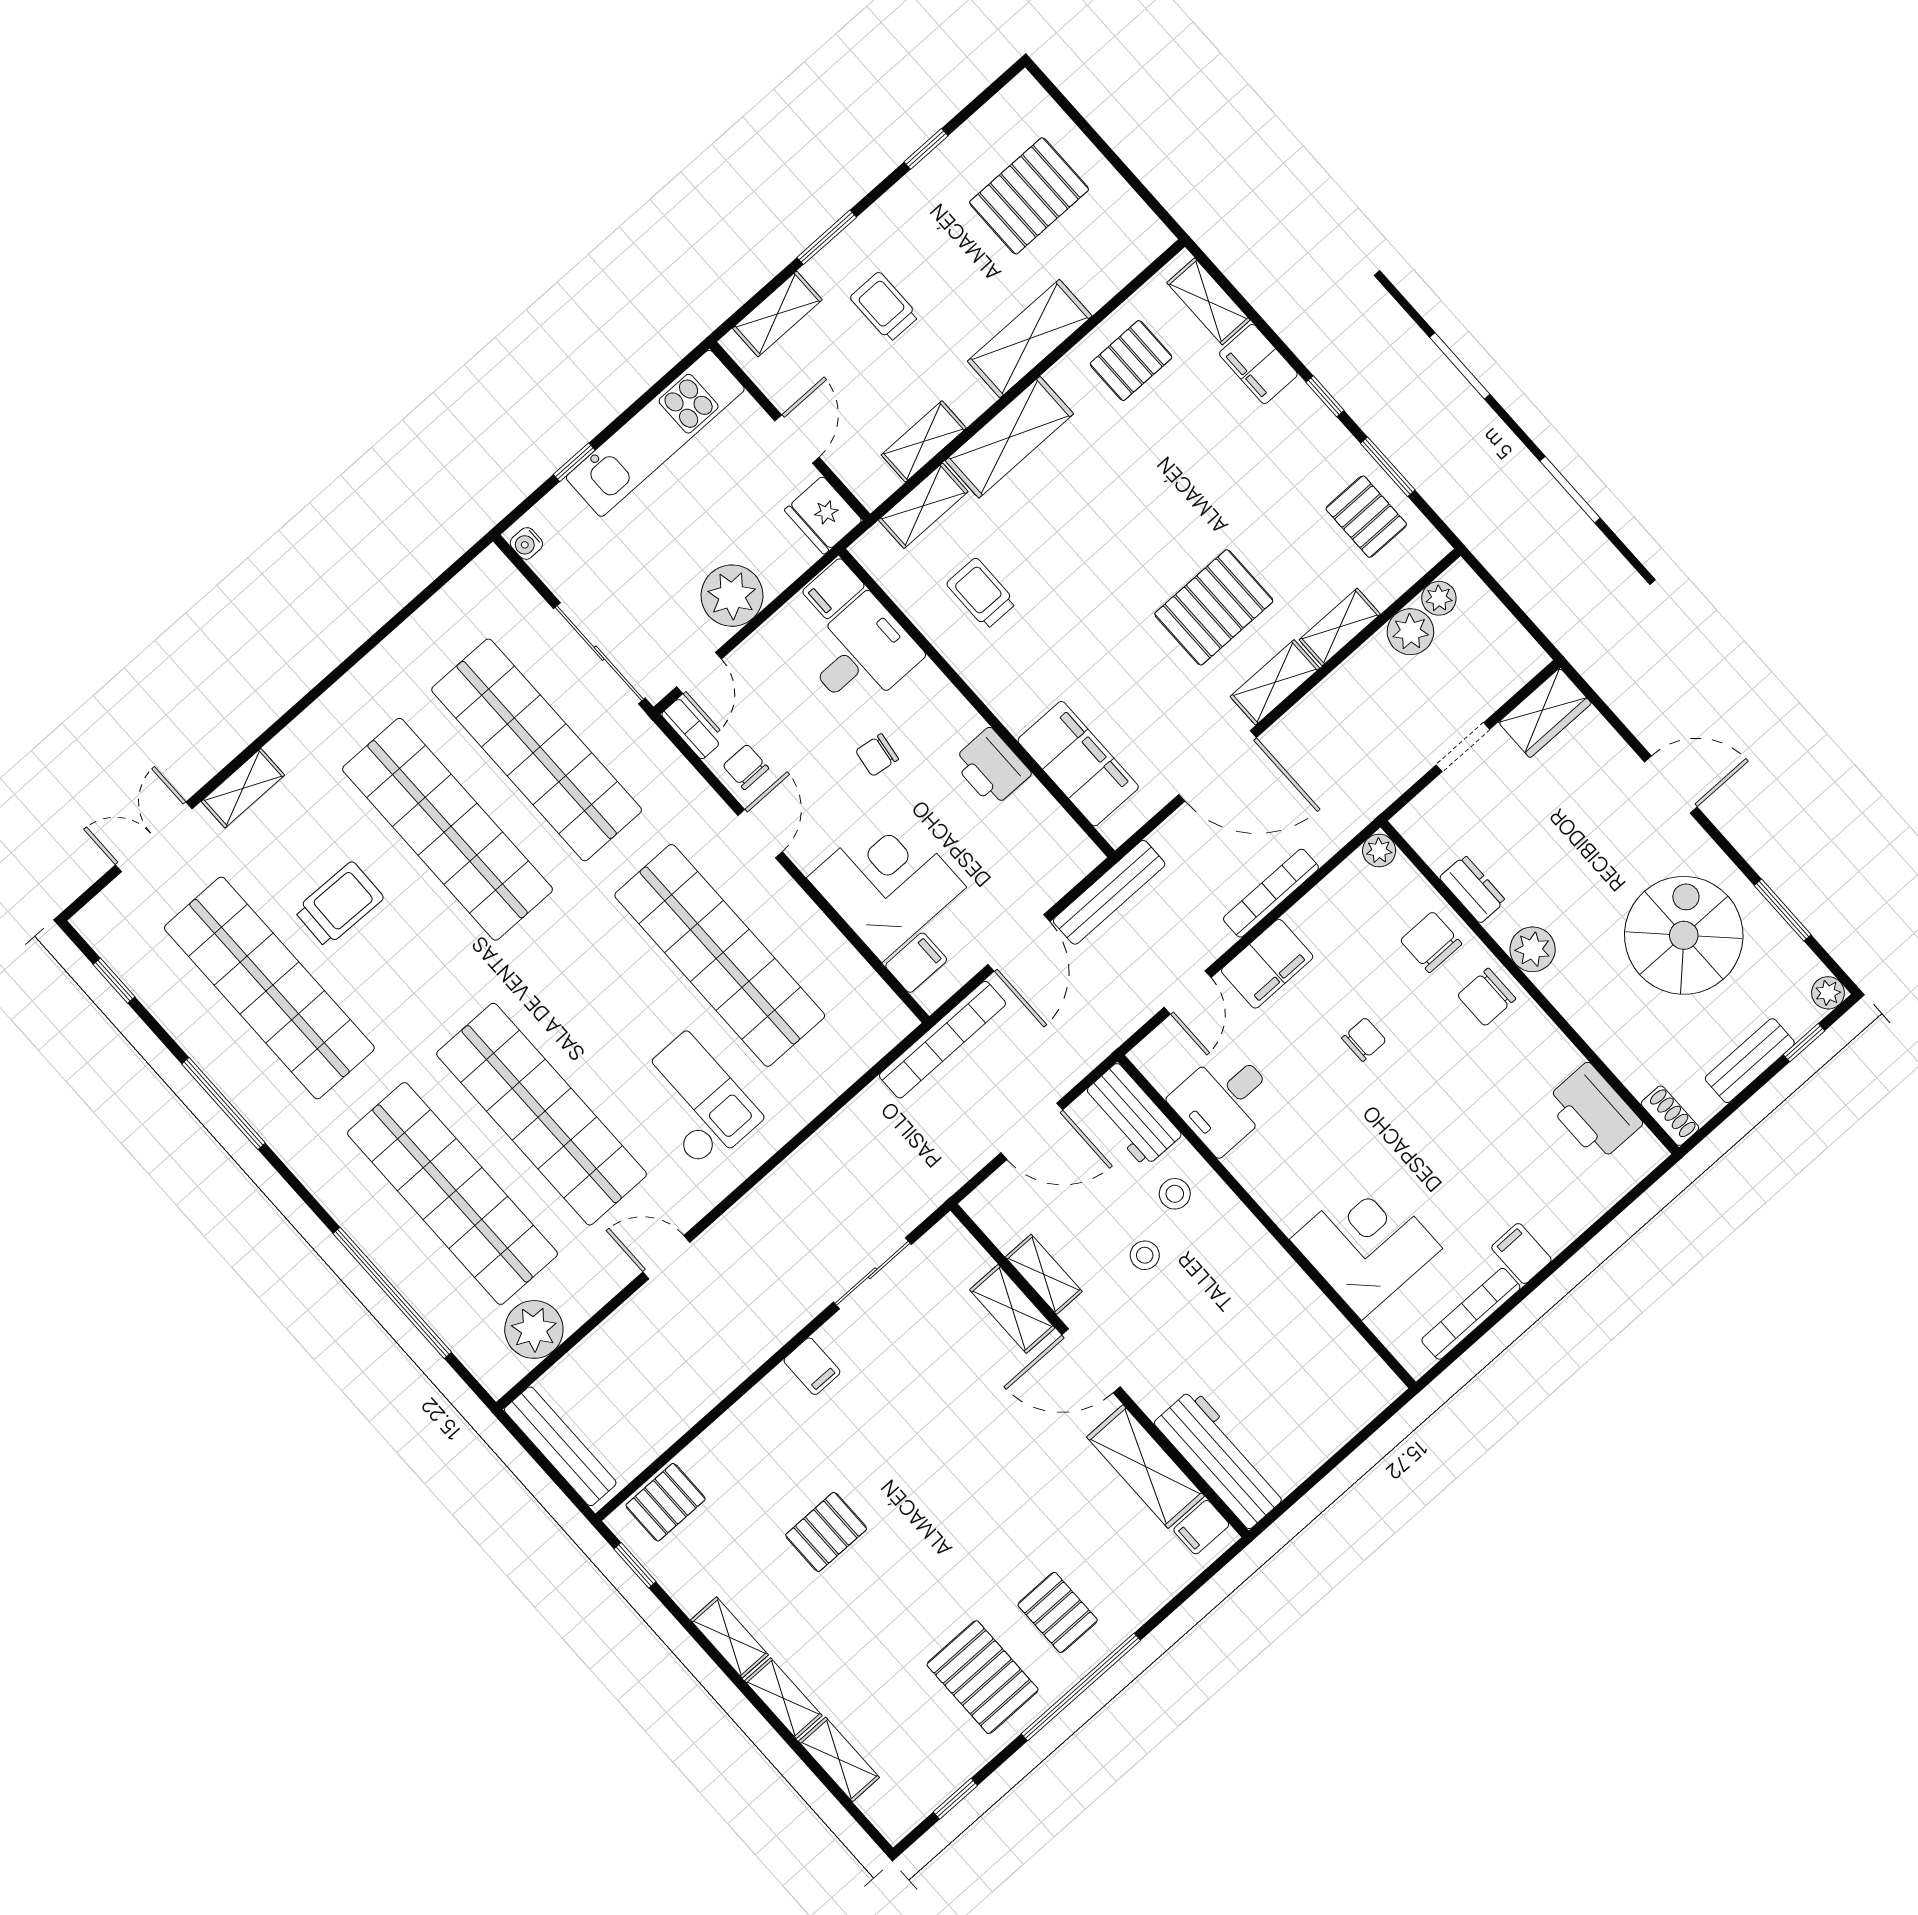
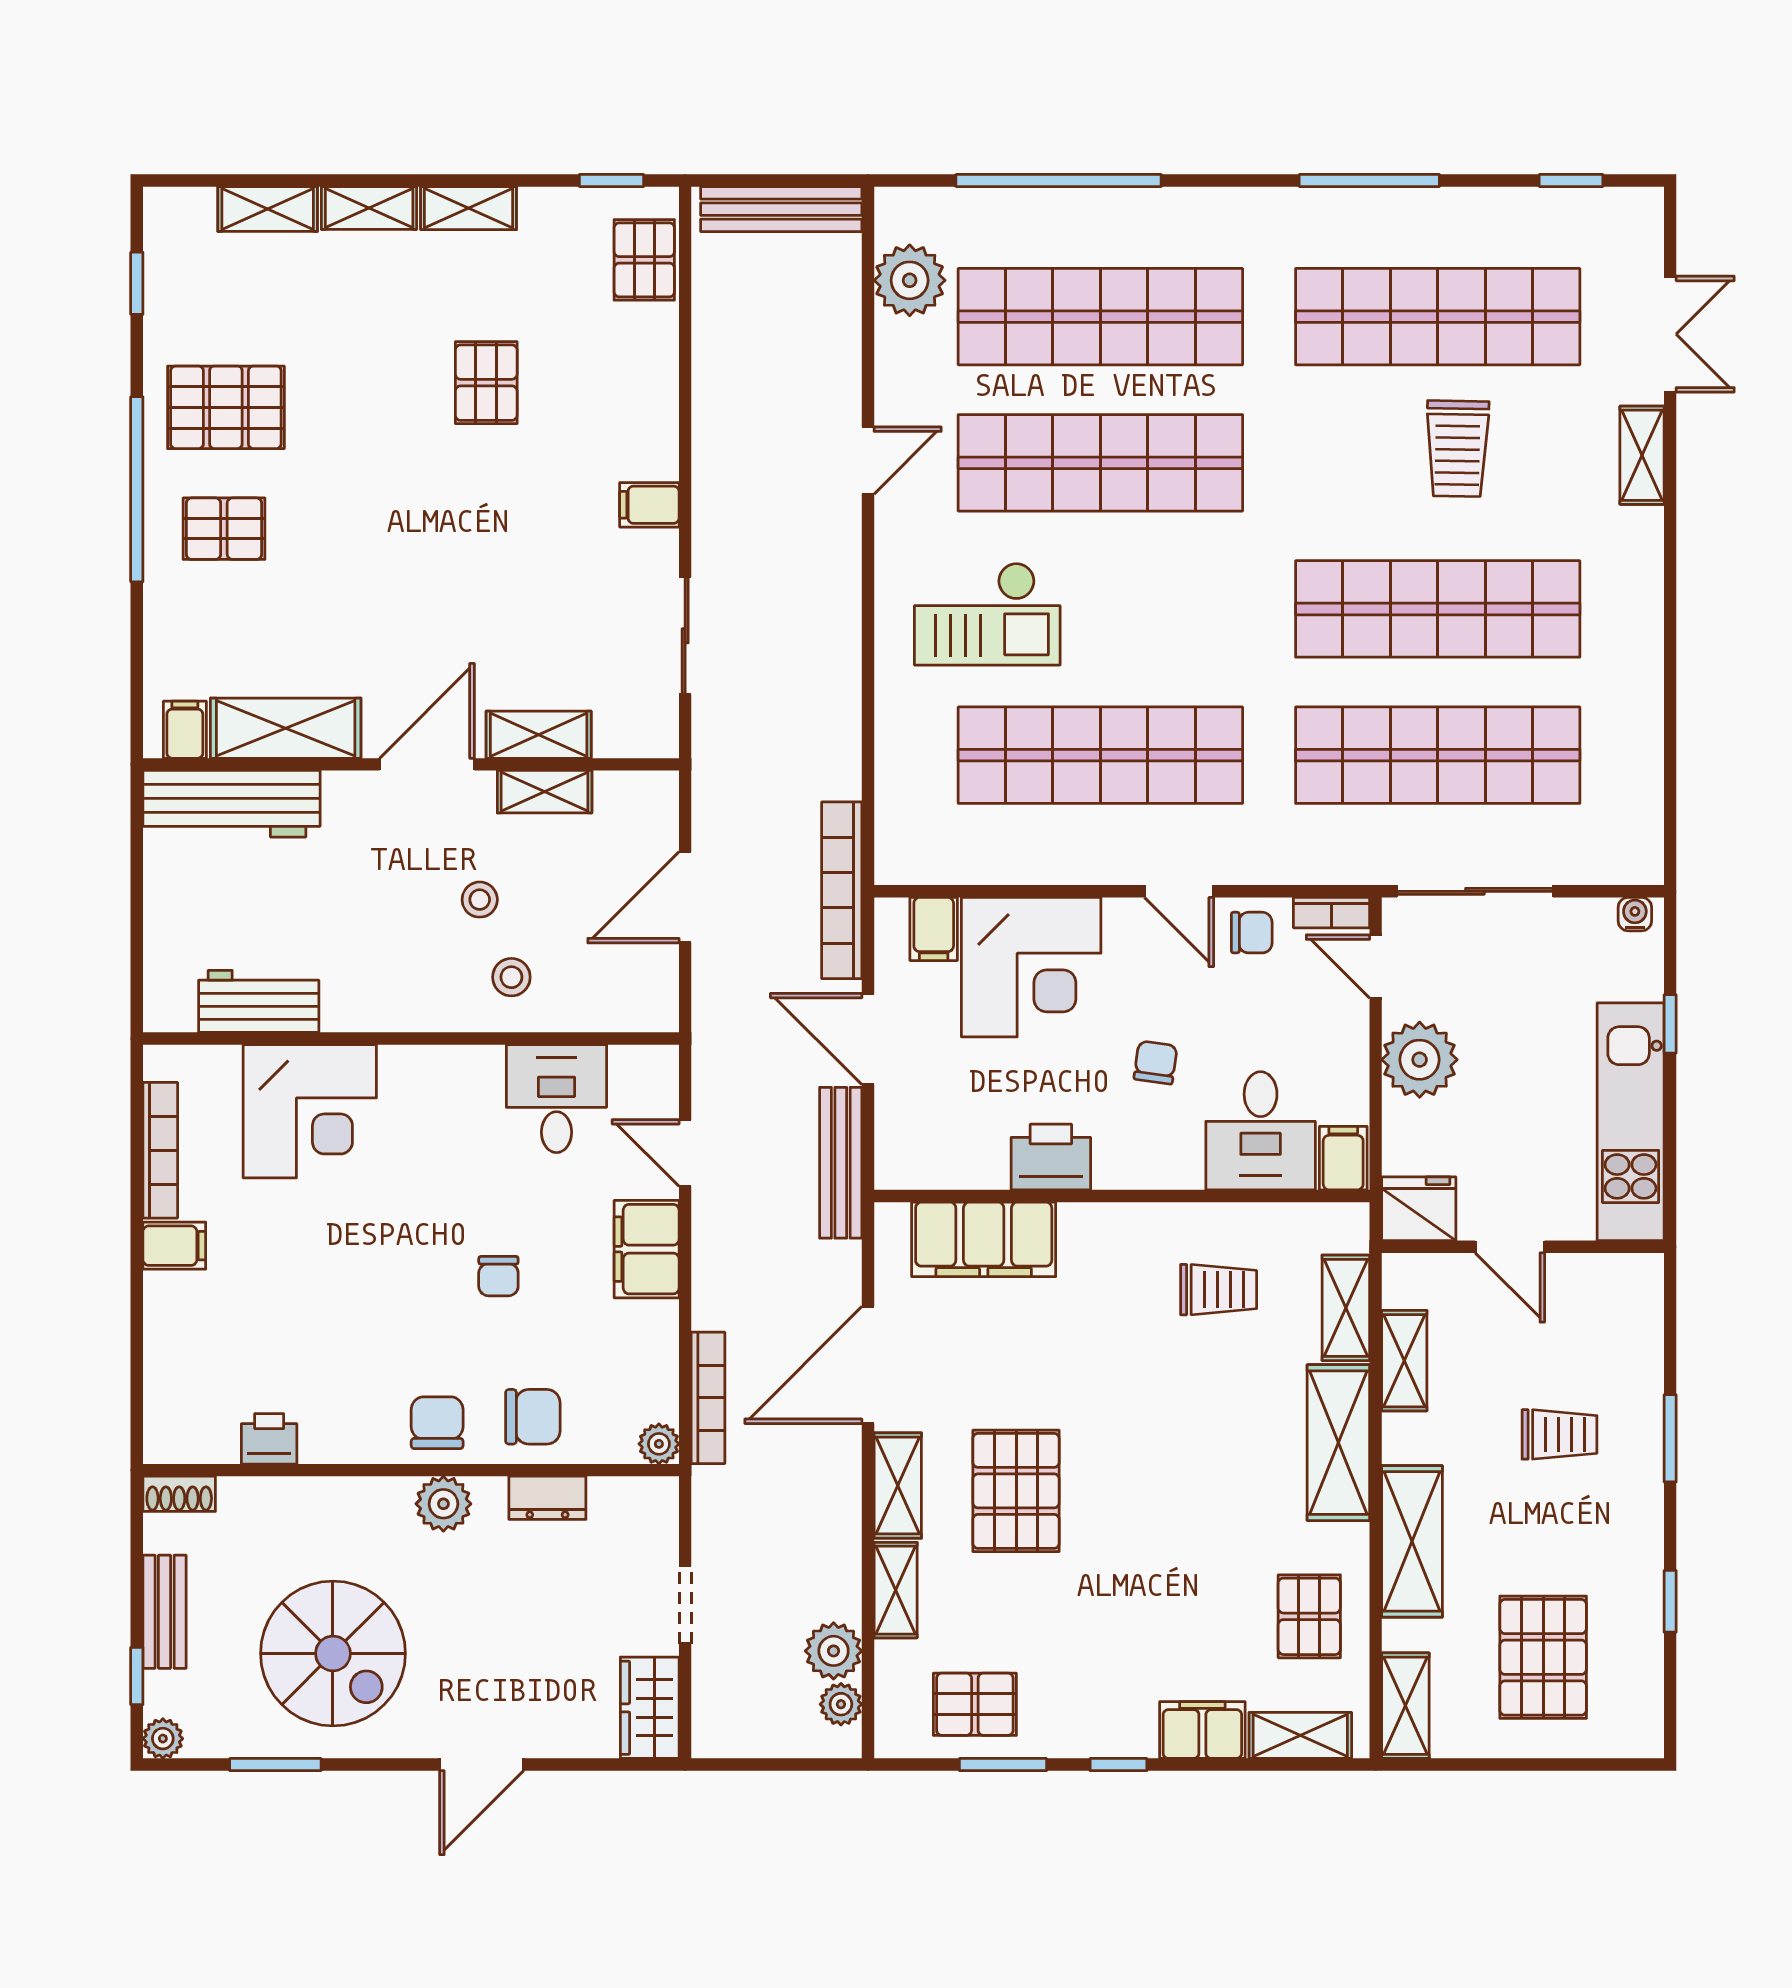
shelving: (777, 314) -> (1405, 1706), moved
bookcase: (1271, 893) -> (708, 1398), moved
printer: (1593, 1112) -> (269, 1439), width x0.53, depth x0.68
workbench: (1131, 1115) -> (259, 1001), moved

